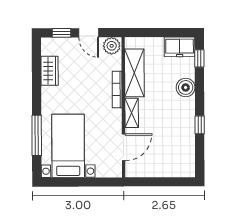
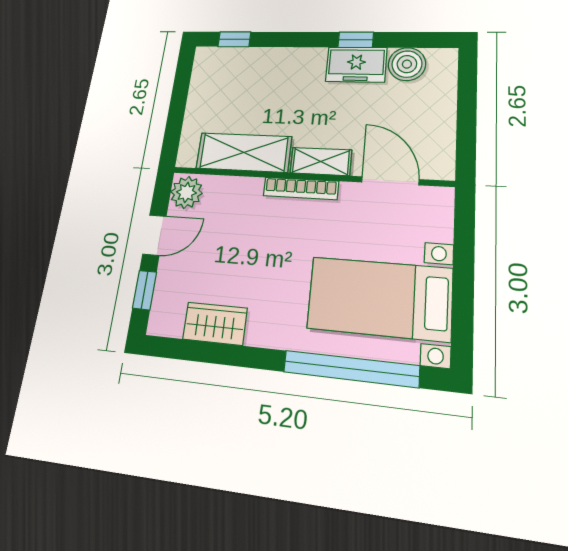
freezer: (180, 47) -> (356, 64), moved, turned 90
boiler: (186, 87) -> (407, 64), moved
bookcase: (117, 89) -> (301, 189), moved
window: (37, 135) -> (351, 369), width x1.46

